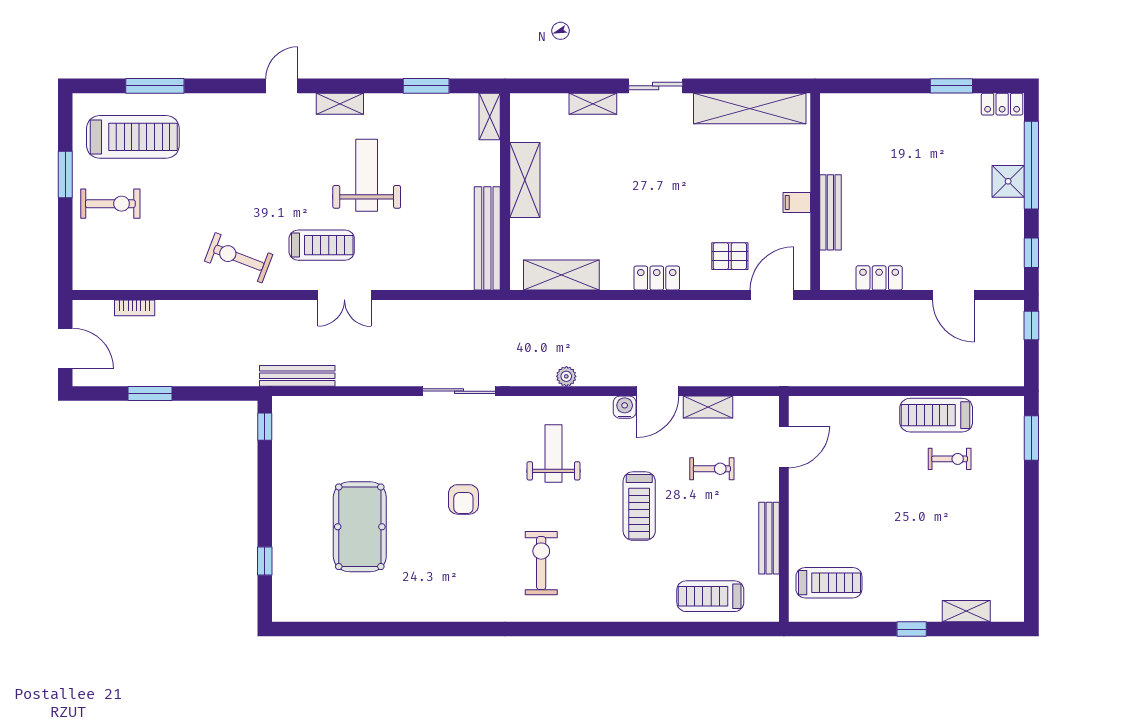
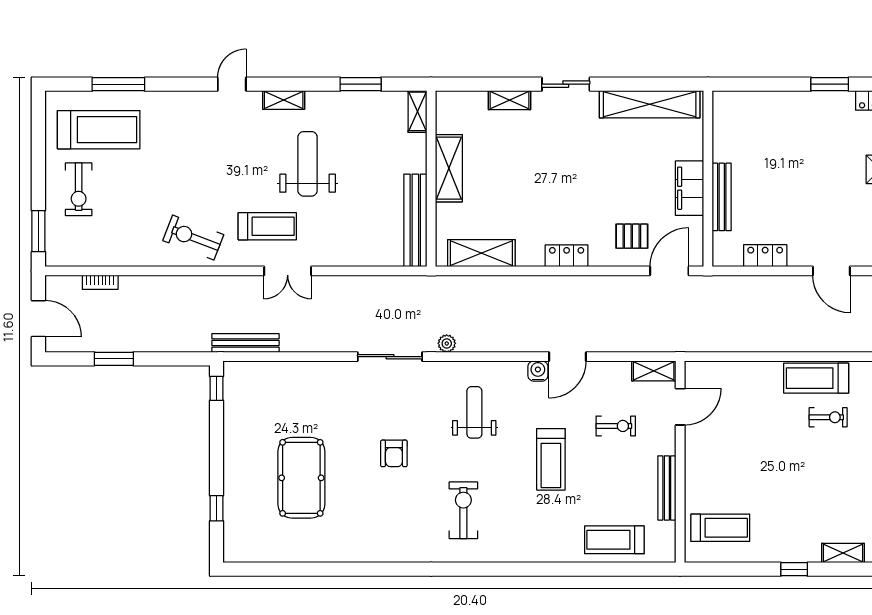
window: (65, 175) -> (38, 231), moved
filing cabinet: (797, 202) -> (690, 188), width x3.00, depth x1.17
exercise bike: (110, 204) -> (79, 189), turned 90
plant: (566, 376) -> (447, 343), moved
shelving: (708, 407) -> (654, 371), moved

